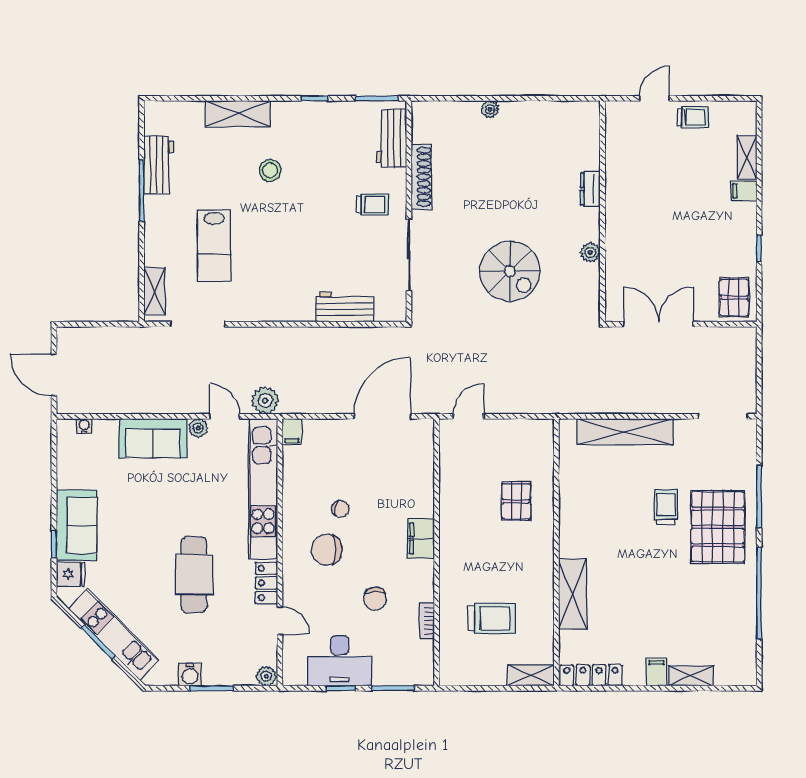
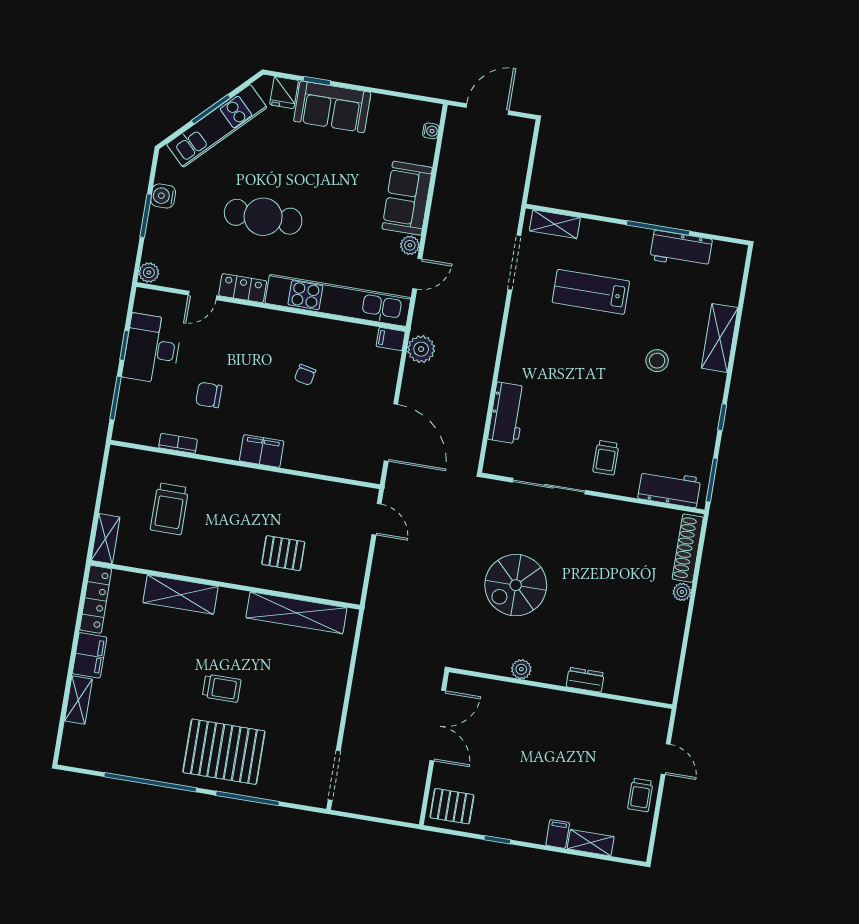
shoe rack: (421, 177) -> (688, 548), moved, turned 90
plant: (265, 401) -> (421, 349), moved
shelving: (625, 432) -> (296, 613), moved, turned 90
trolley: (666, 507) -> (222, 688), moved
chair: (327, 550) -> (266, 354), removed
filing cabinet: (656, 672) -> (90, 655), width x2.00

